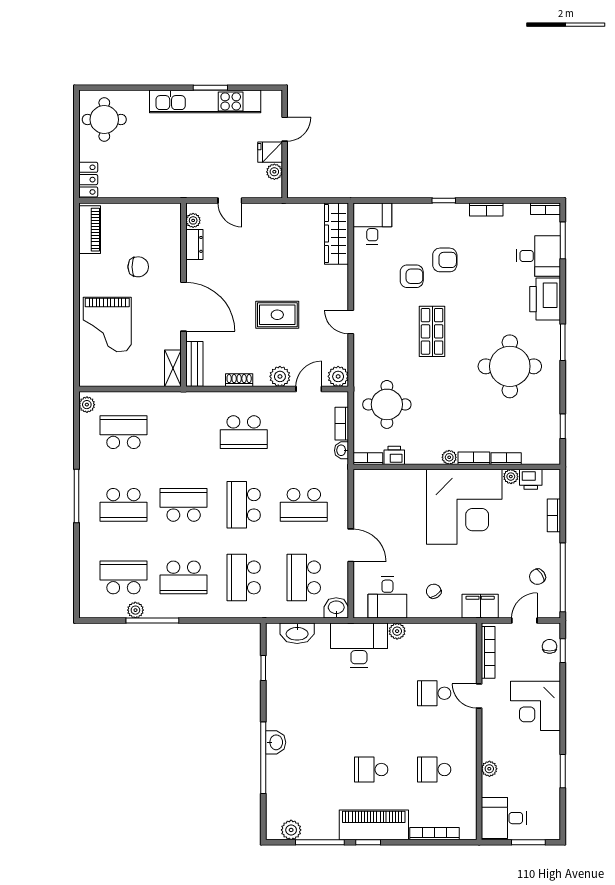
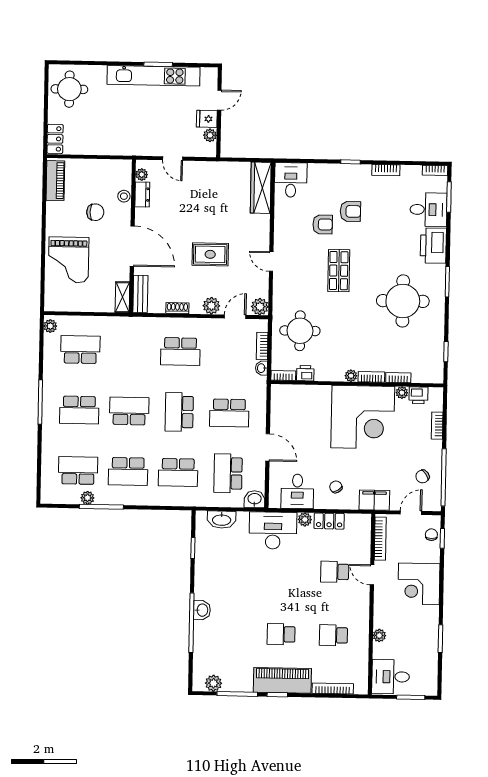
stool: (172, 247) -> (124, 196), added
school desk: (244, 577) -> (178, 472), turned -90
locker: (426, 632) -> (329, 521), added

